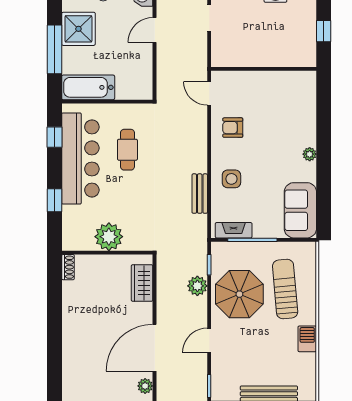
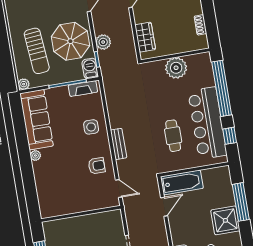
door: (155, 30) -> (164, 207), moved
bathtub: (88, 87) -> (182, 182), moved
bench: (200, 194) -> (119, 144), moved
window: (55, 200) -> (222, 88), width x3.17
sofa: (300, 210) -> (37, 120), width x1.36
plant: (309, 249) -> (24, 84), added
shoe rack: (68, 267) -> (200, 25), moved
barbecue: (307, 339) -> (90, 68), moved, turned 180

